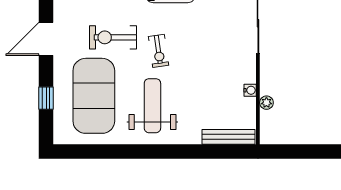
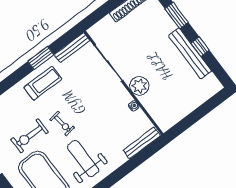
plant: (266, 103) -> (139, 86), moved, width x1.88, depth x1.88

